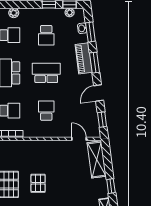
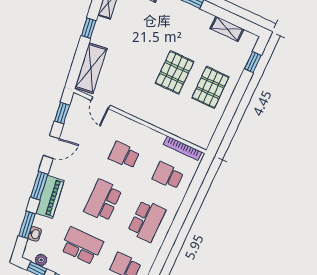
school desk: (46, 35) -> (82, 246), width x1.85
school desk: (46, 73) -> (103, 200), turned 90
school desk: (46, 111) -> (124, 155), turned 90
pallet: (38, 183) -> (175, 72), width x1.50, depth x1.42

